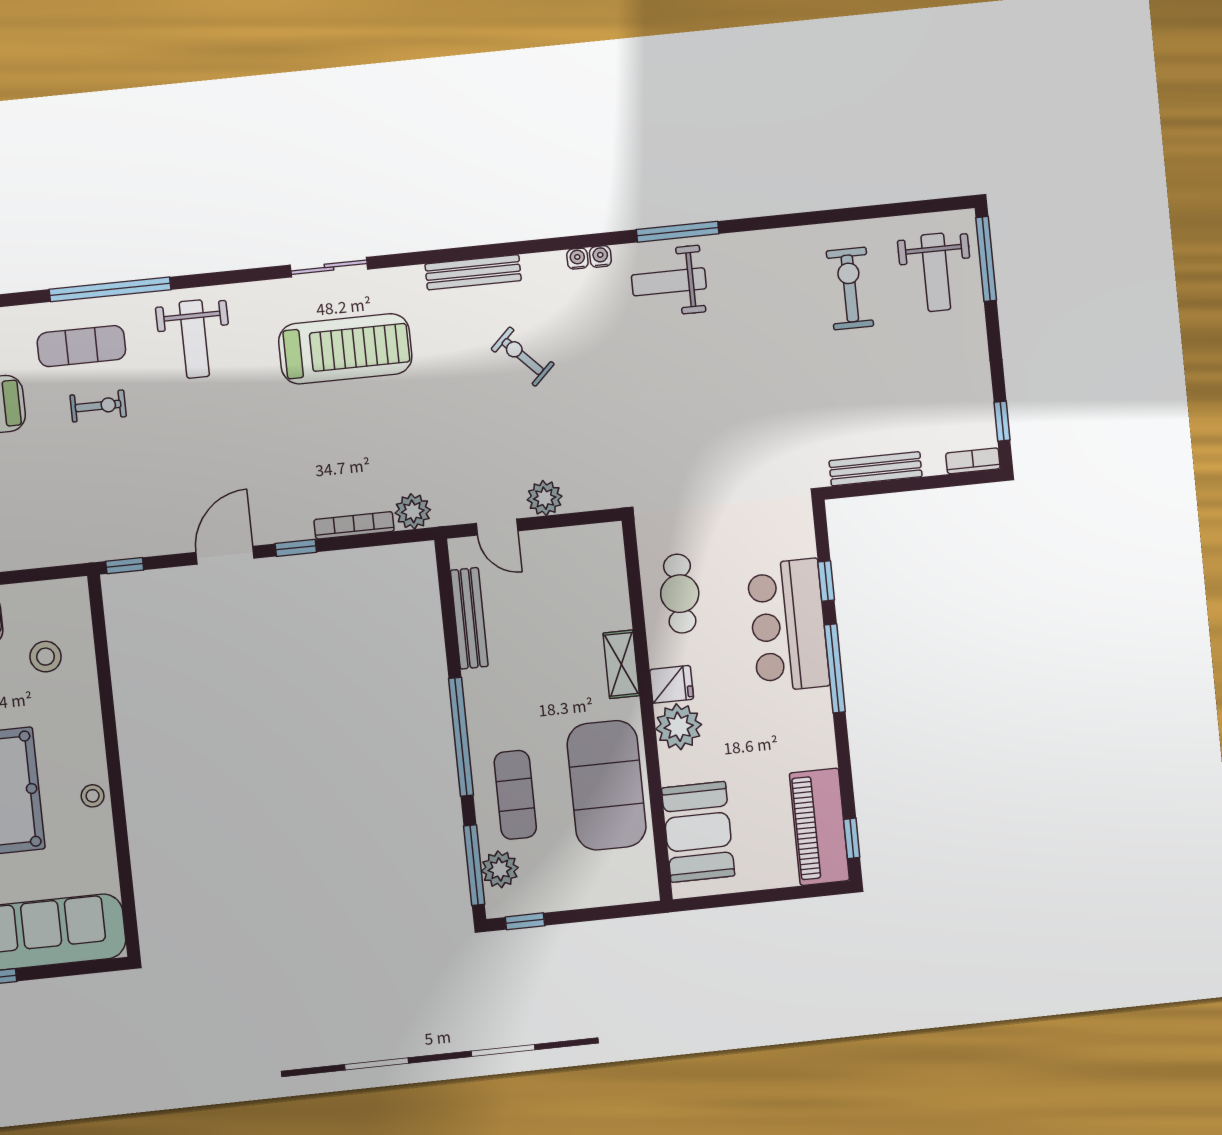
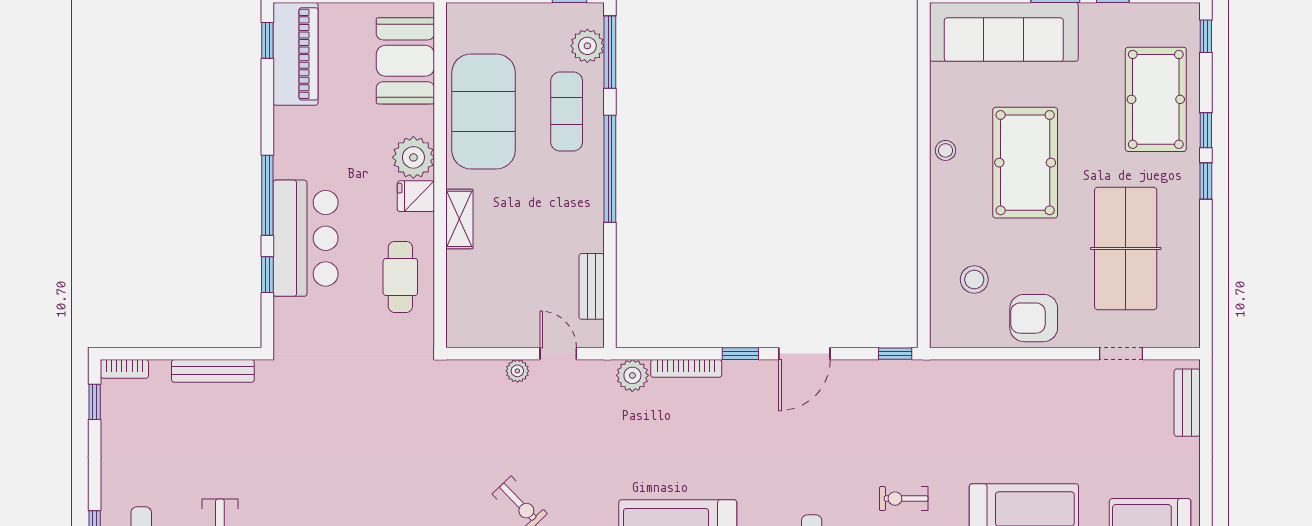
plant: (545, 498) -> (517, 371), width x0.73, depth x0.73
bench: (469, 618) -> (592, 286), width x0.73

